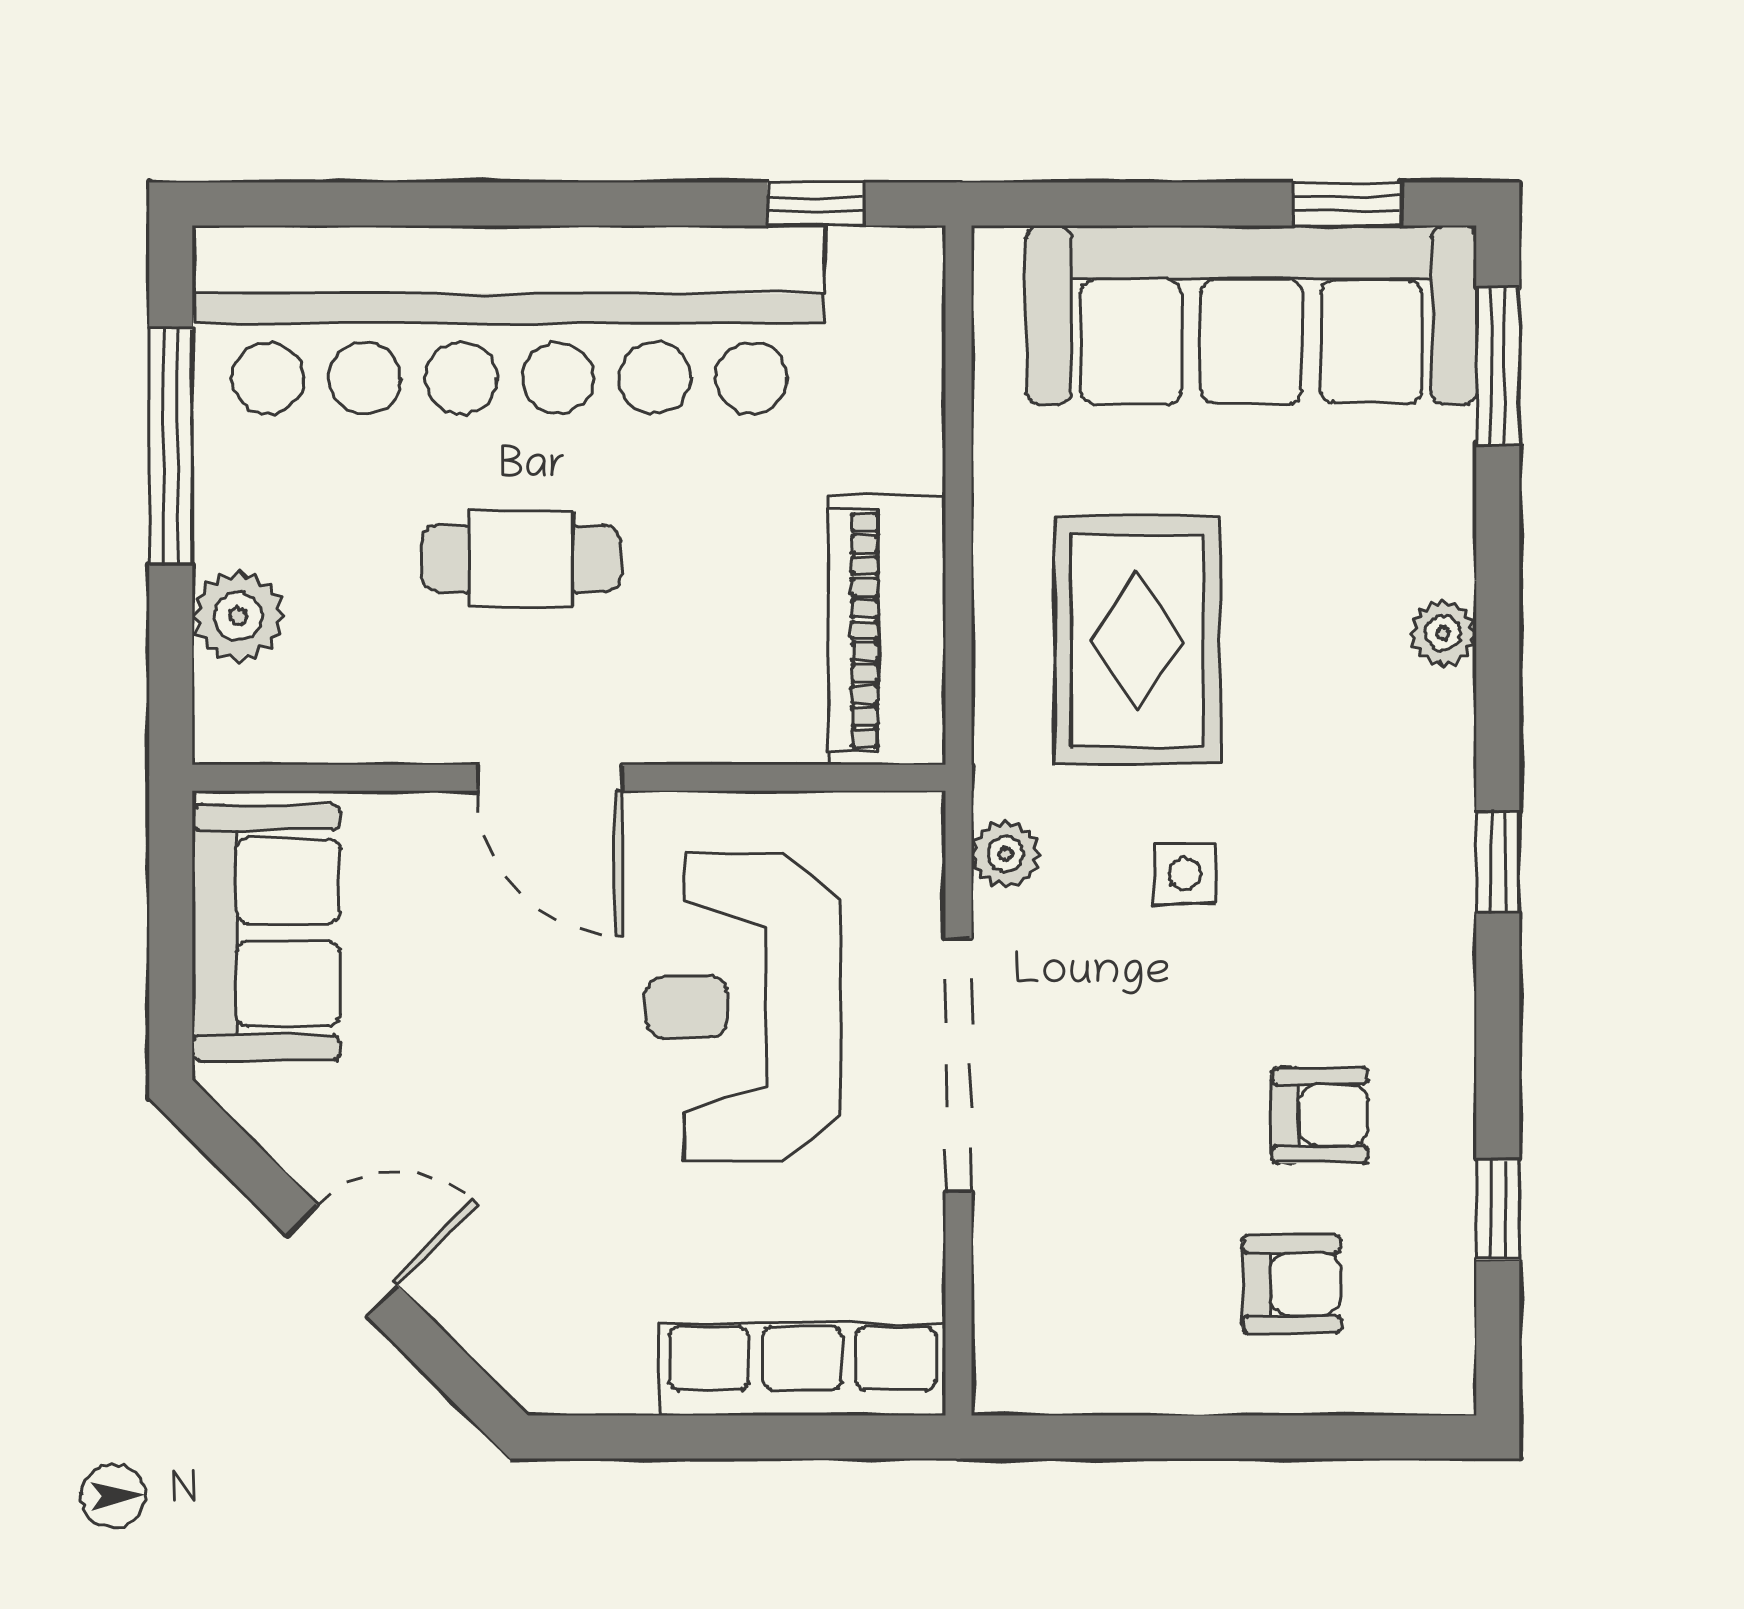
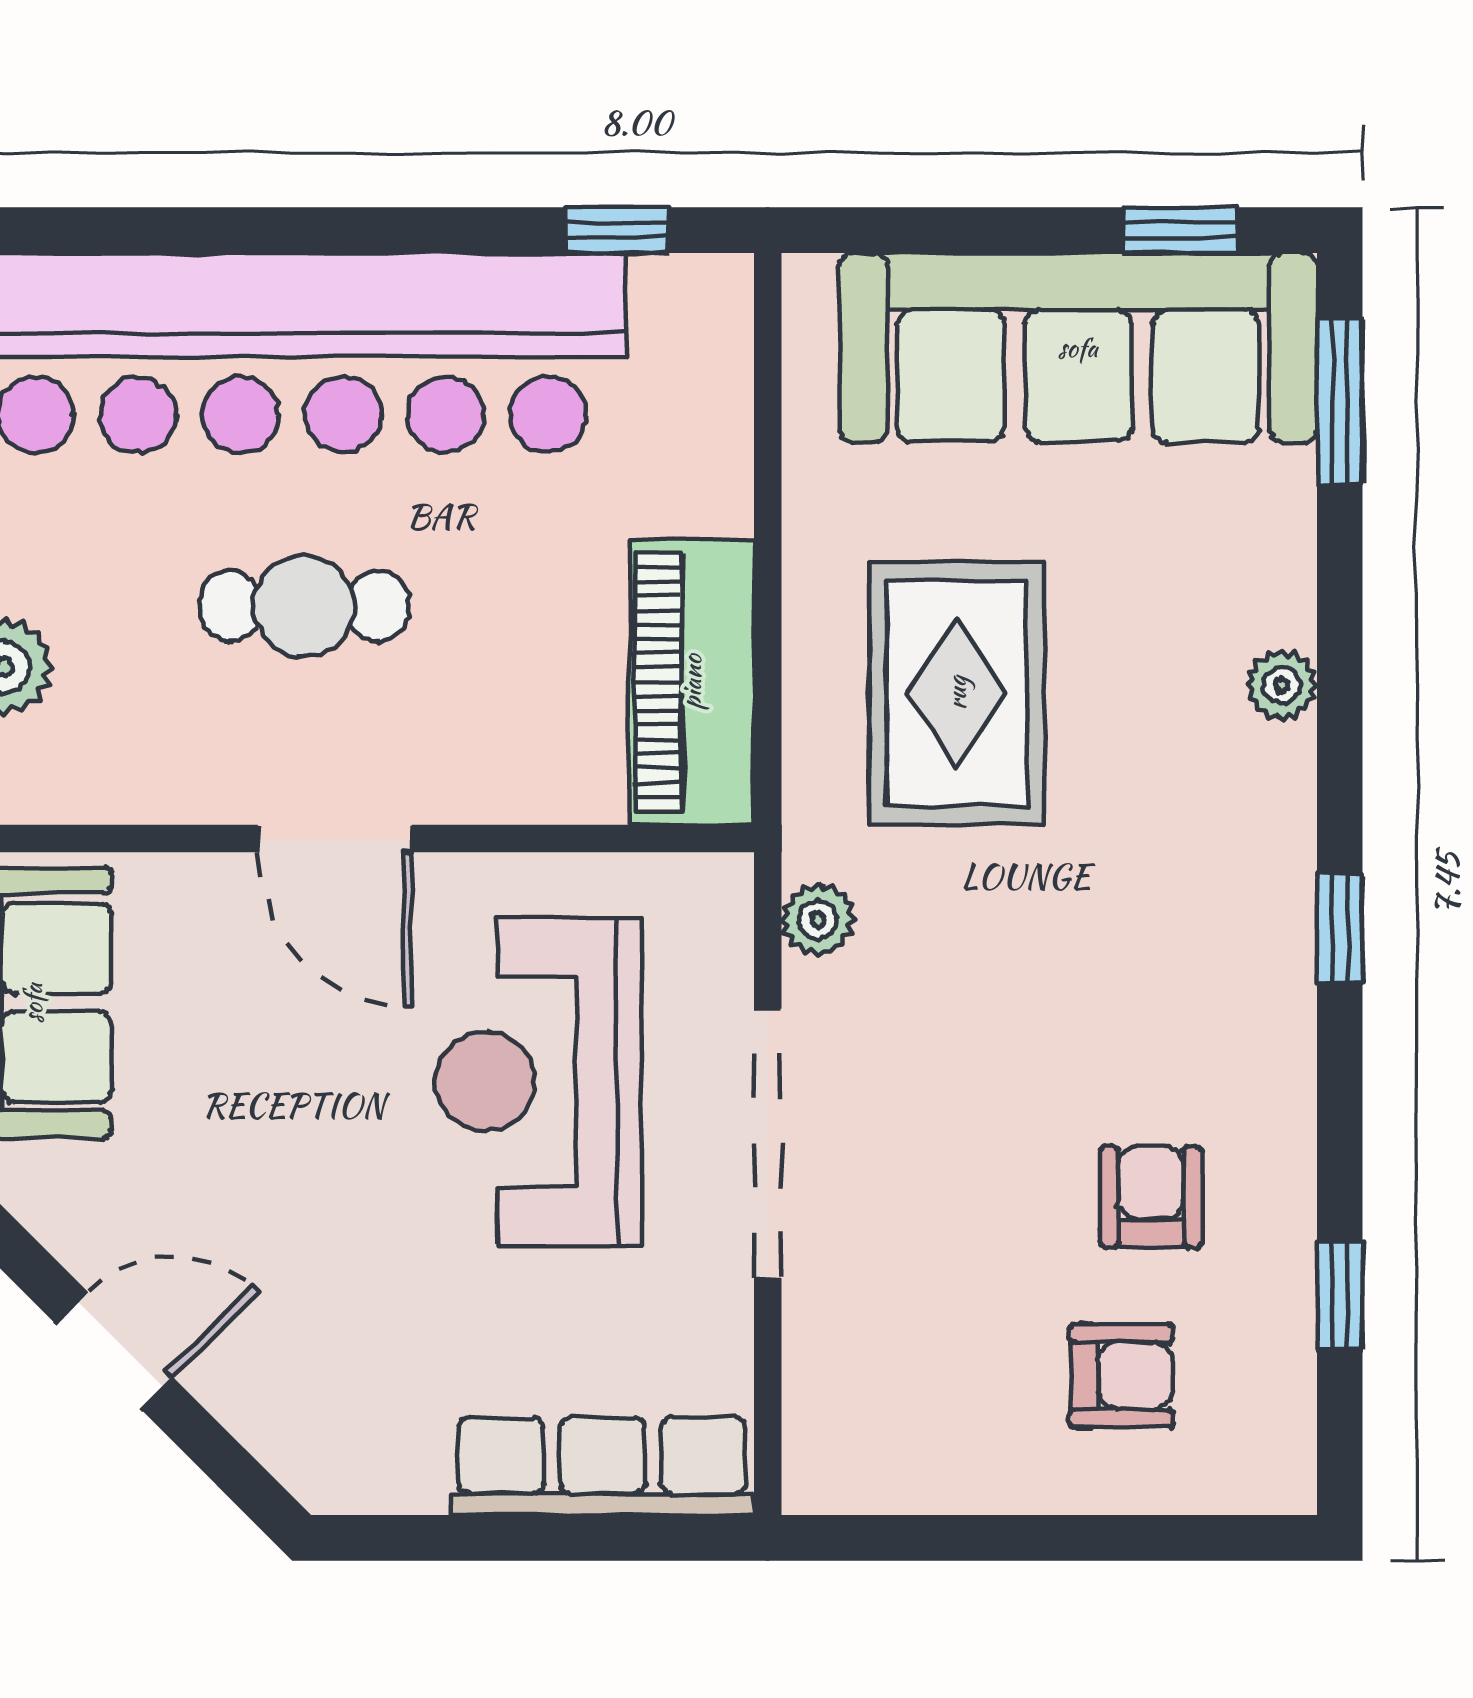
side table: (1185, 874) -> (1008, 940), removed
armchair: (1320, 1115) -> (1151, 1197), turned -90

